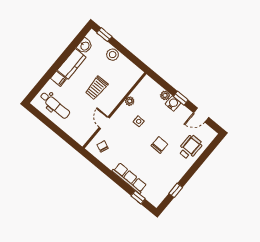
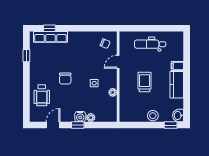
washbasin: (85, 46) -> (178, 115), moved
dental chair: (55, 105) -> (150, 44), moved
door: (104, 123) -> (118, 62), swing flipped
row of seats: (129, 178) -> (50, 37), moved

